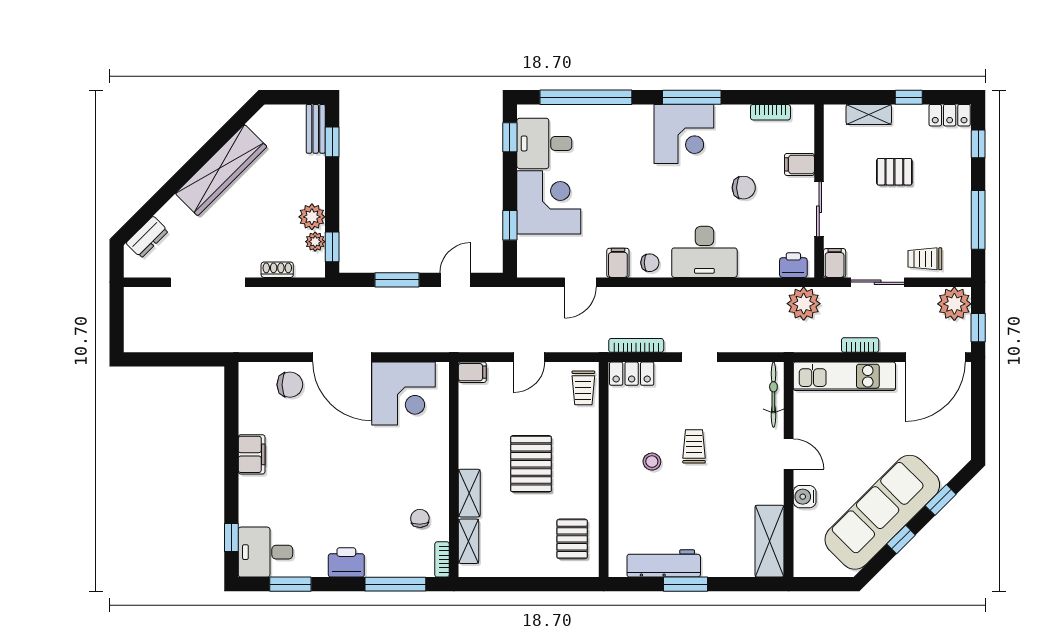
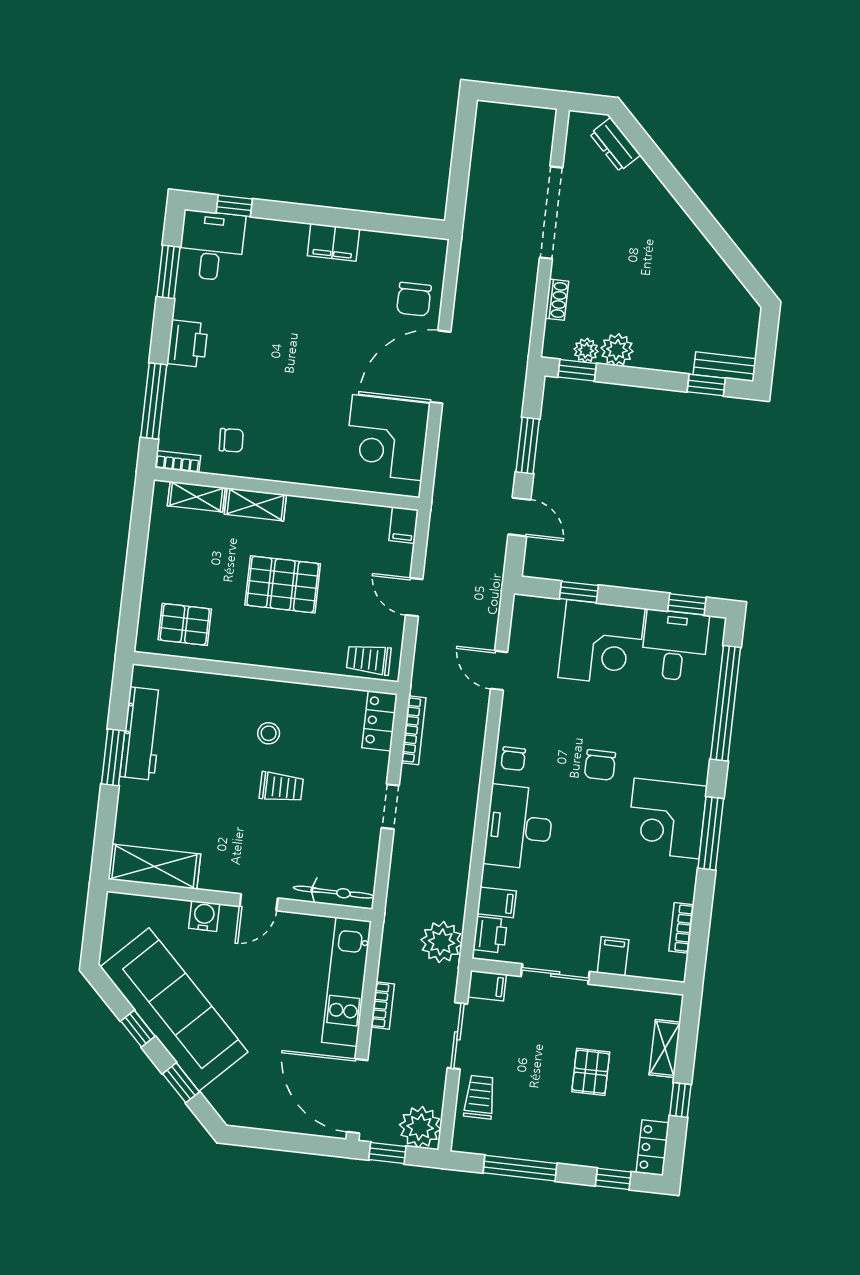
wardrobe: (221, 170) -> (687, 245), removed
chair: (744, 188) -> (600, 765), moved
filing cabinet: (618, 263) -> (497, 902), moved

